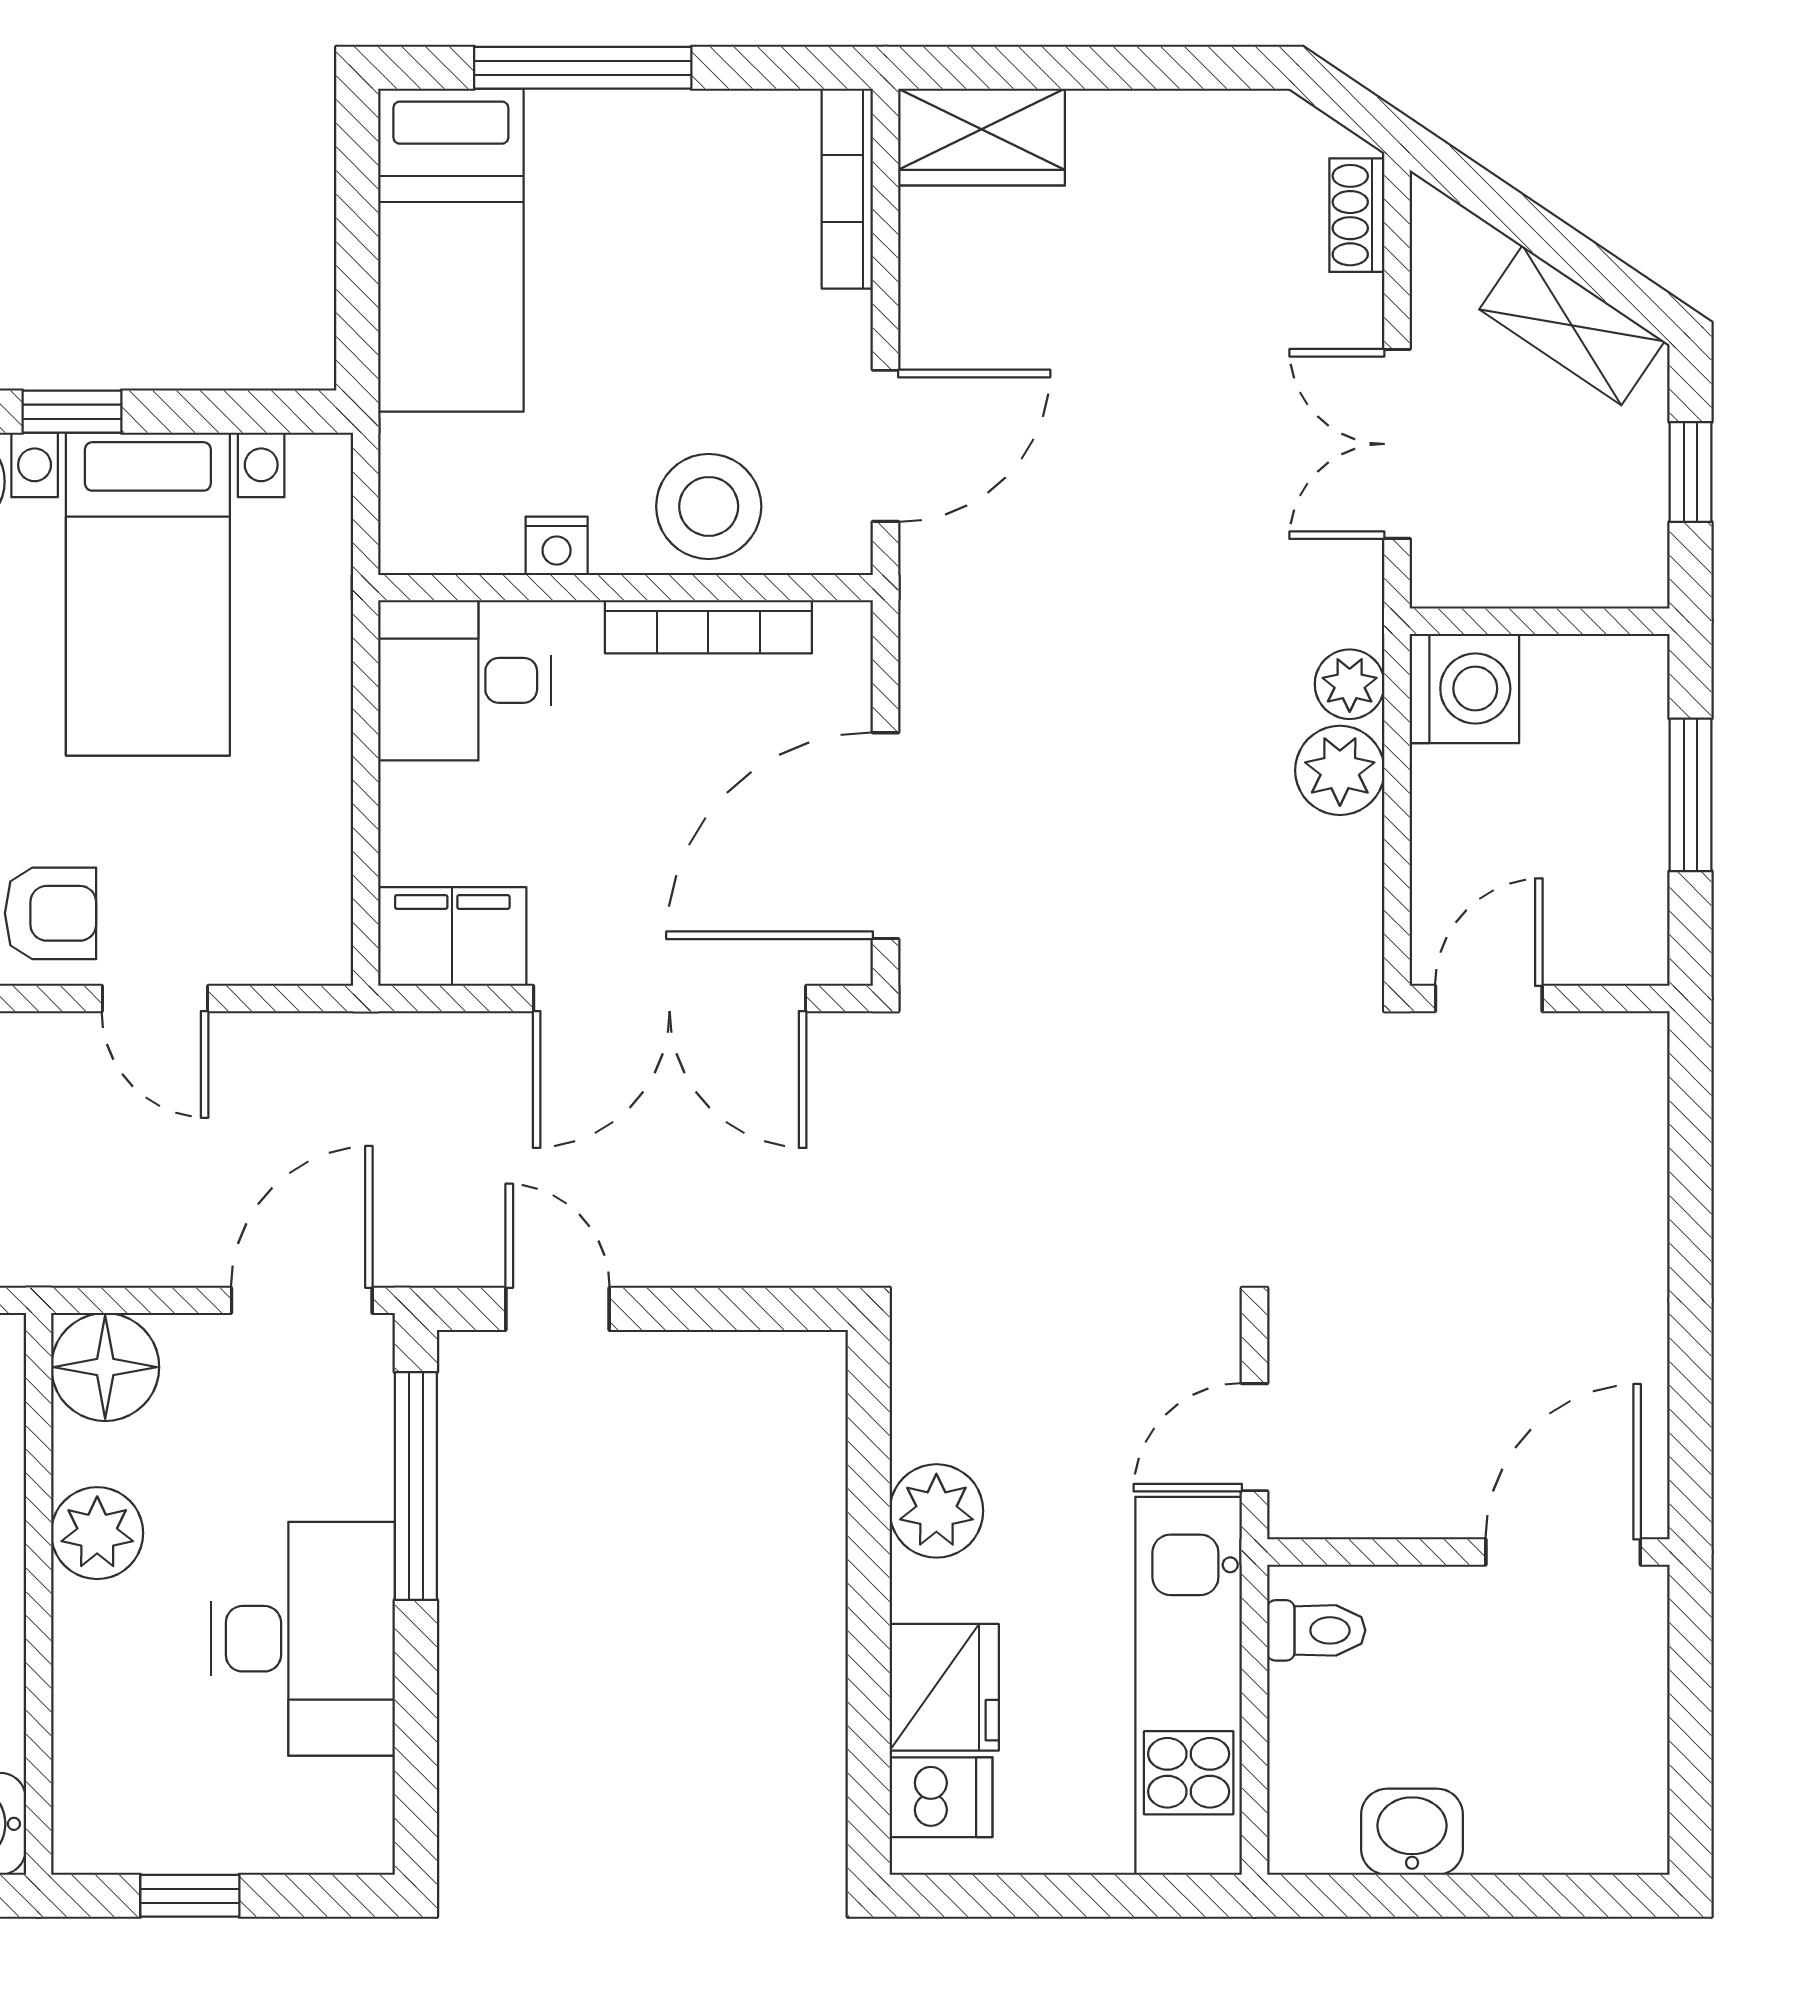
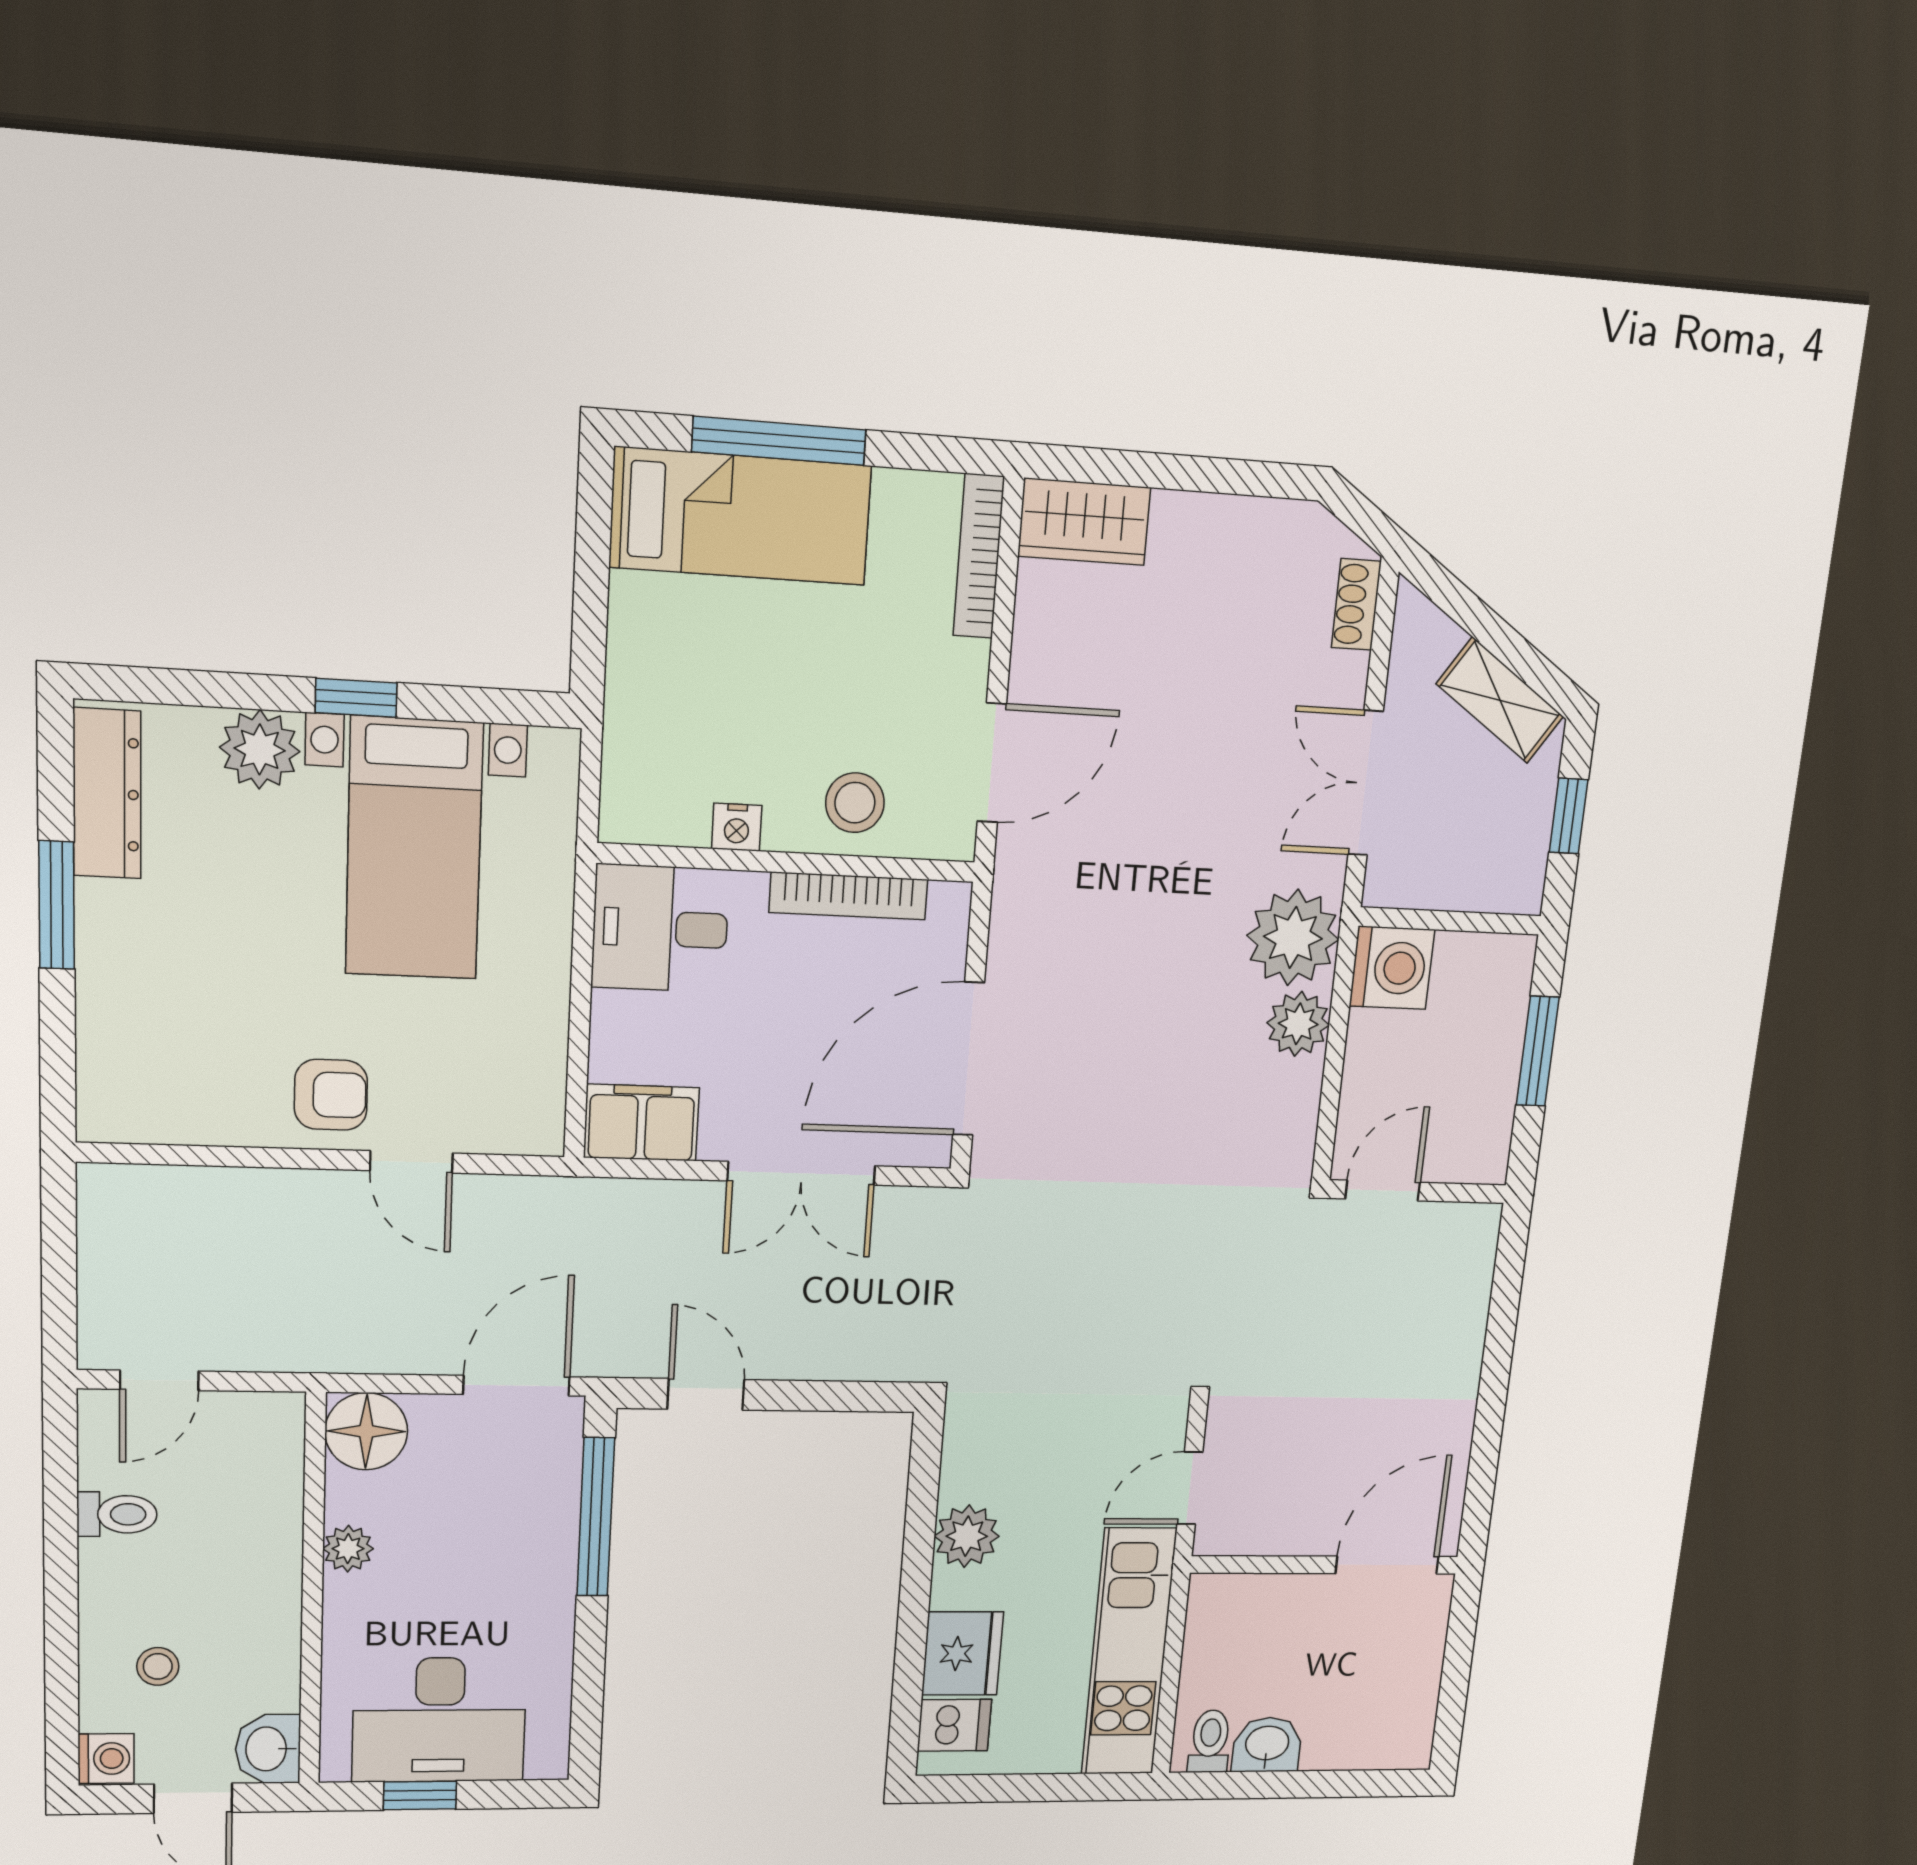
bed: (451, 250) -> (741, 516), moved, turned -90
stool: (709, 506) -> (855, 803), width x0.73, depth x0.73
plant: (1350, 684) -> (1293, 937), width x1.88, depth x1.88
double door: (670, 999) -> (801, 1173), width x0.73
plant: (97, 1533) -> (348, 1549), width x0.73, depth x0.73
toilet: (1316, 1630) -> (1210, 1741), moved, turned -90
desk: (303, 1639) -> (439, 1720), moved, turned 90

